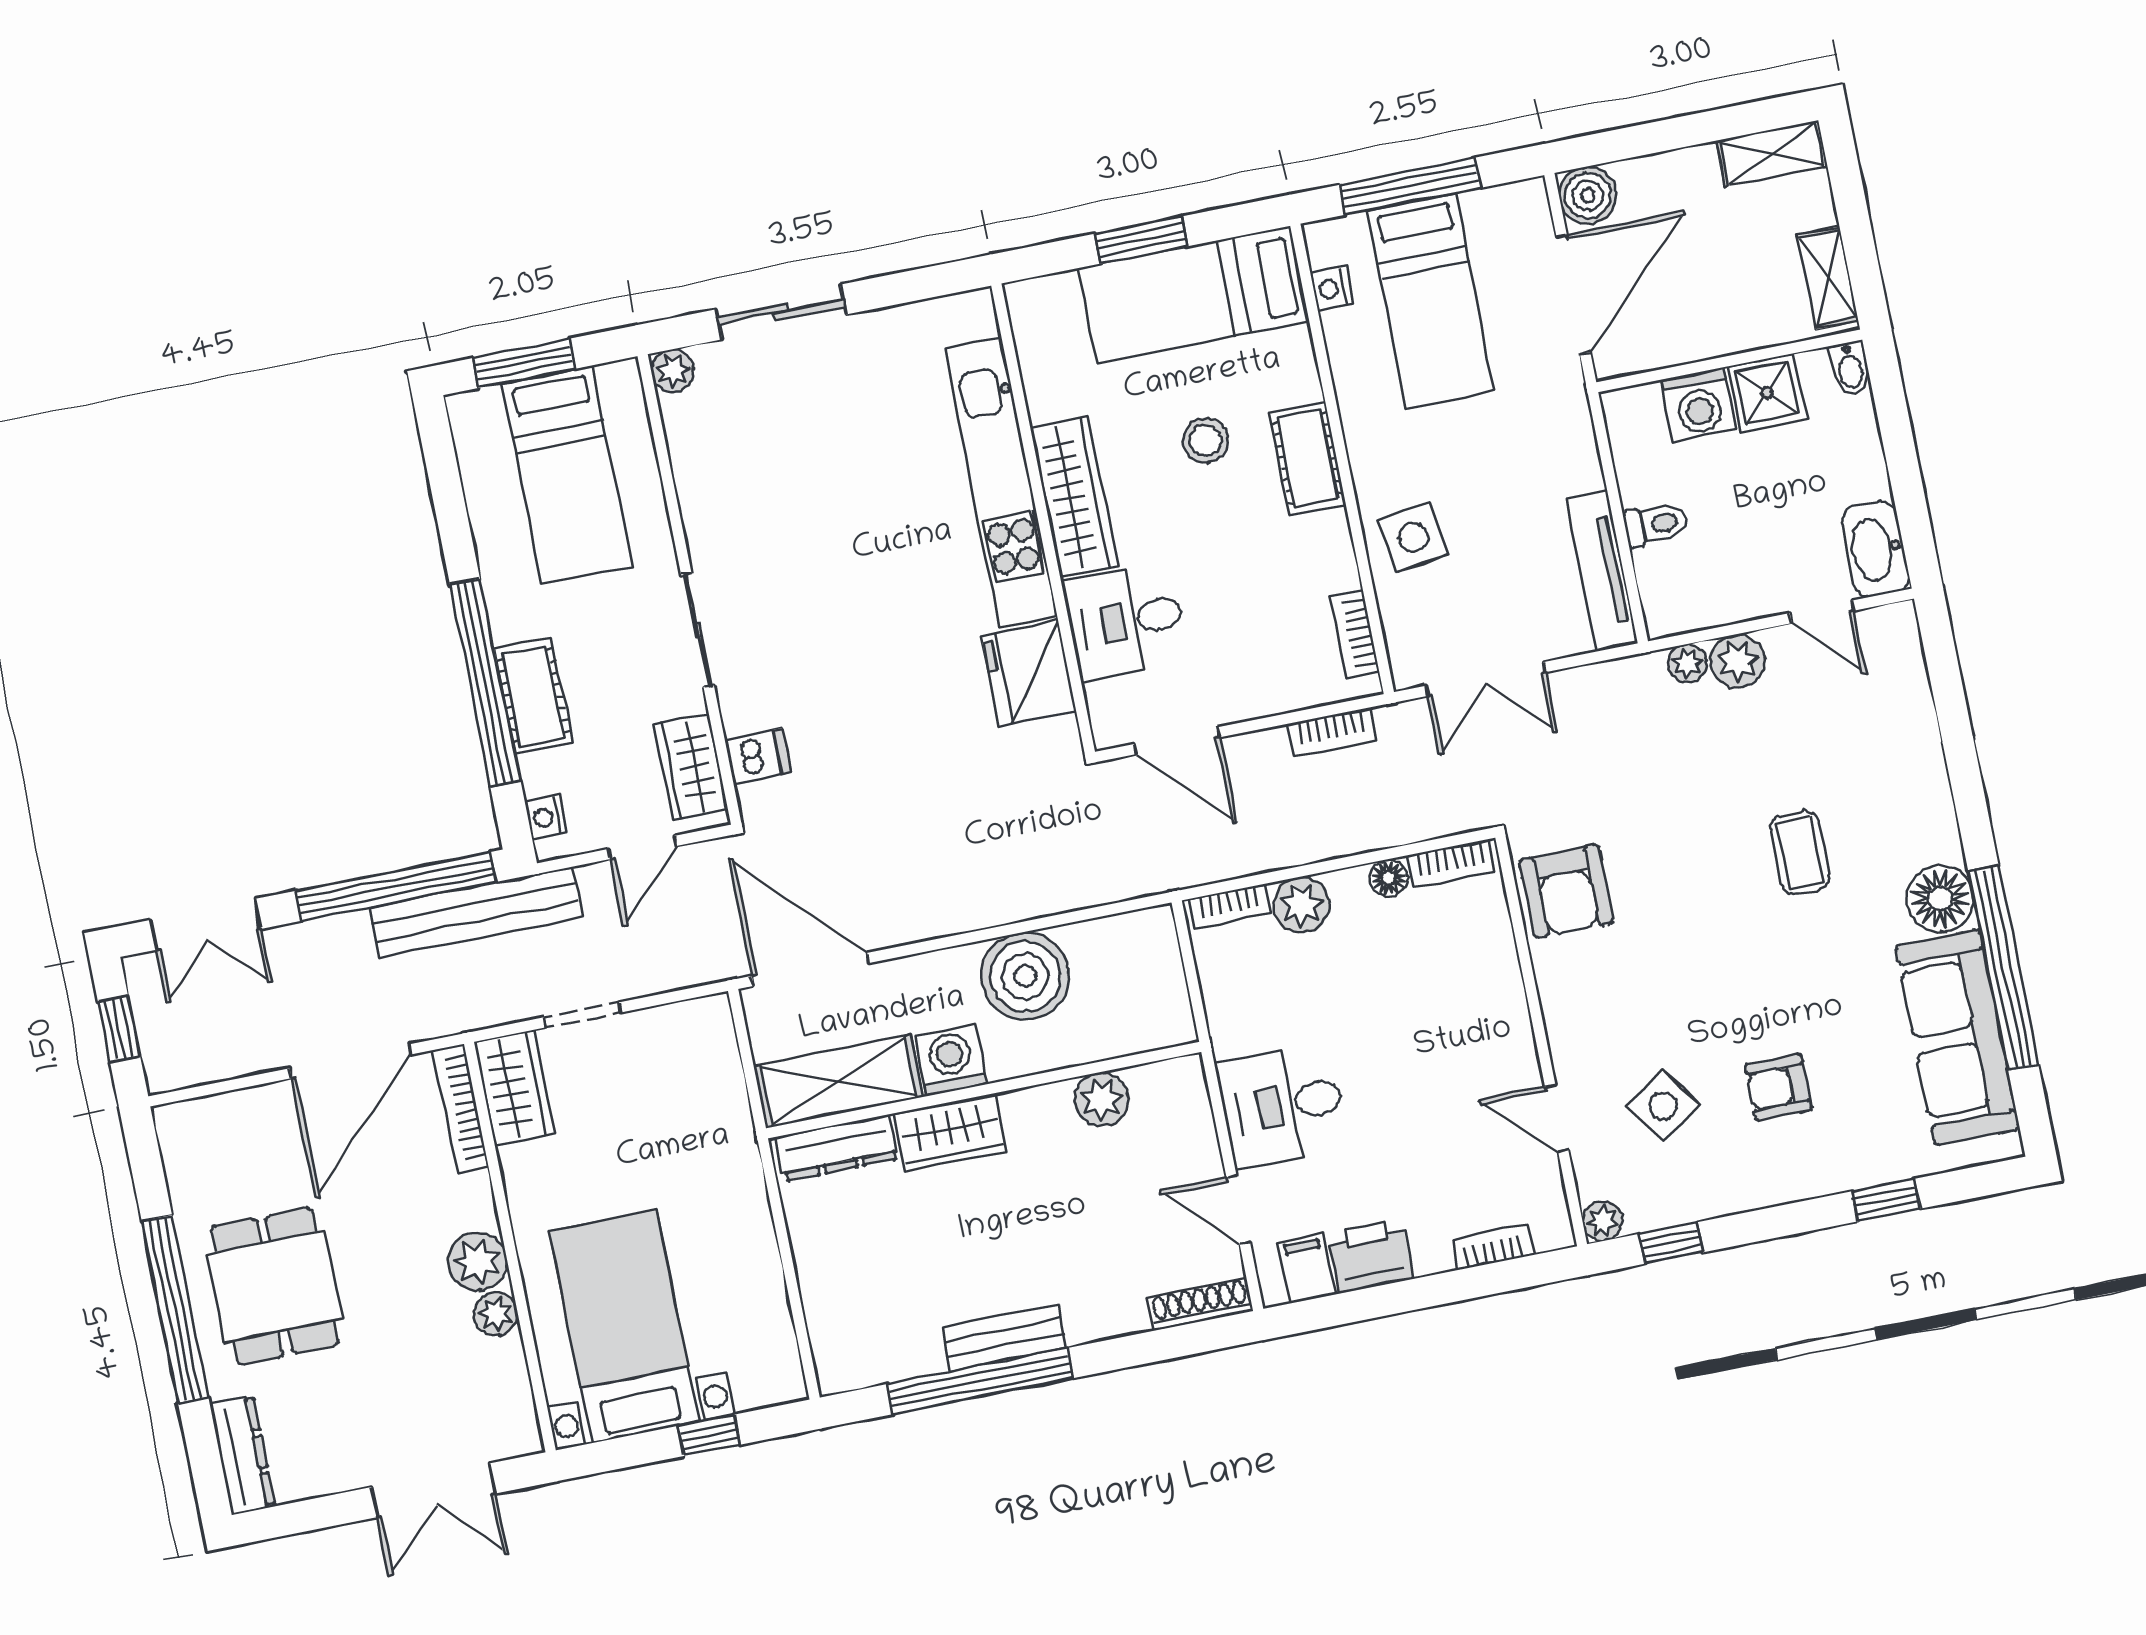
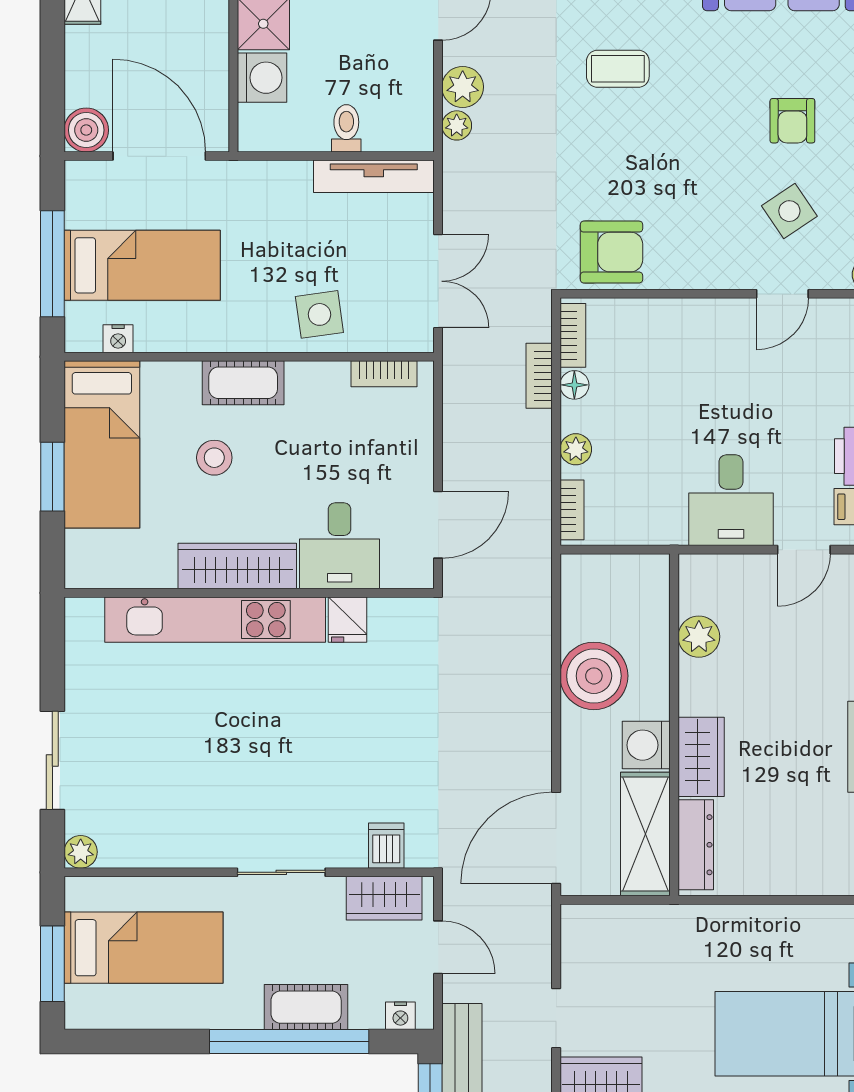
fridge: (1029, 673) -> (348, 620), width x0.53, depth x0.75
bookcase: (1332, 732) -> (539, 376), moved, turned 180
plant: (1302, 905) -> (576, 449), width x0.73, depth x0.73

